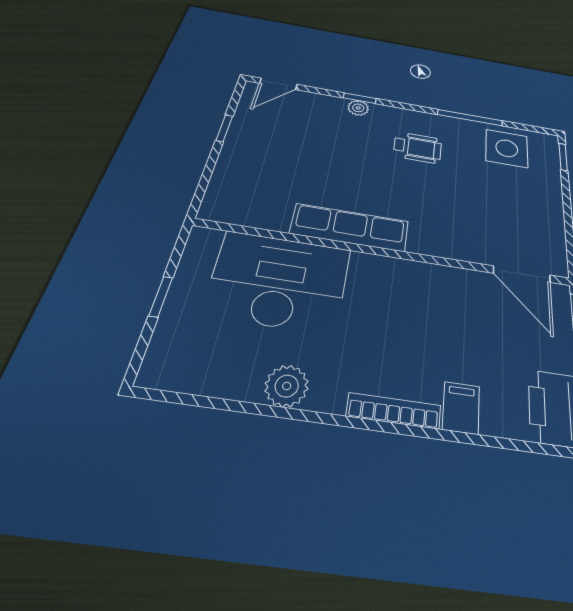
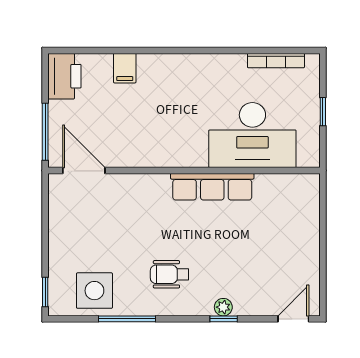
window: (224, 128) -> (323, 260), removed
plant: (287, 386) -> (233, 66), removed
bookcase: (394, 411) -> (276, 61), moved

